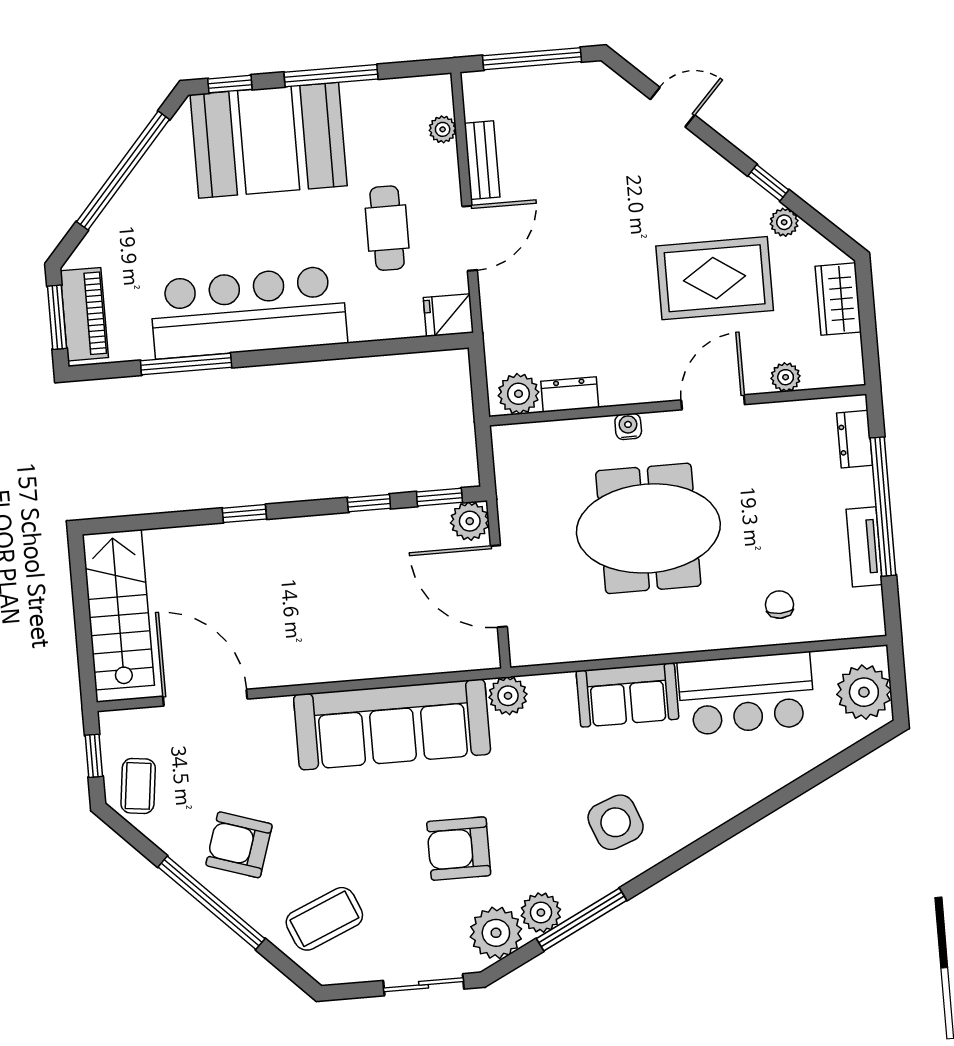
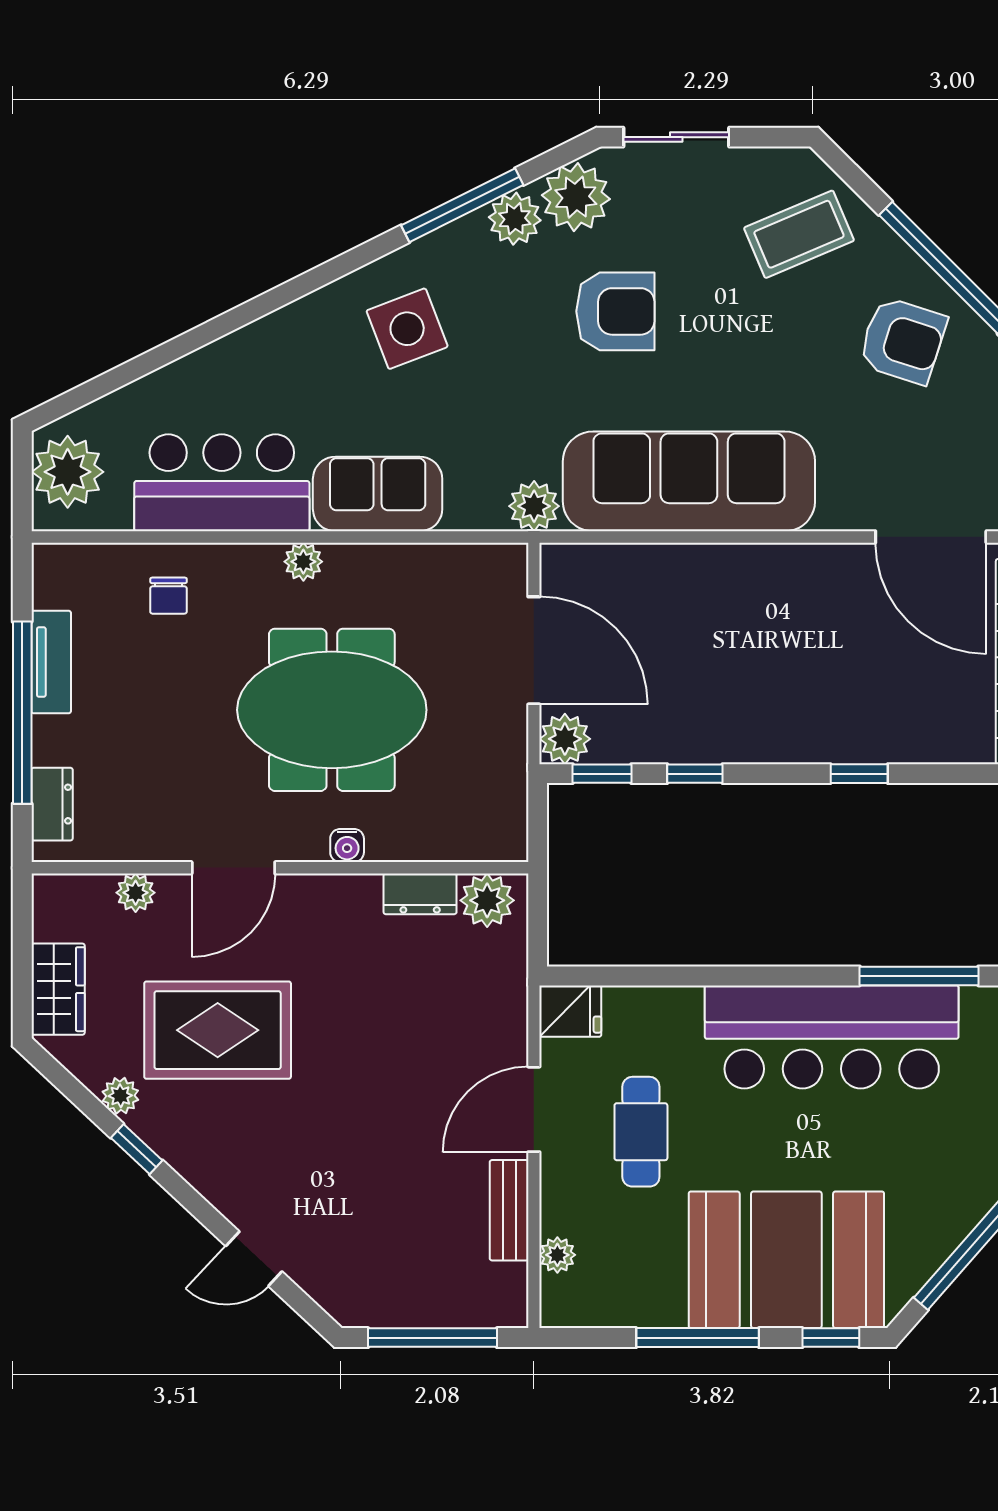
plant: (679, 639) -> (303, 562), added

